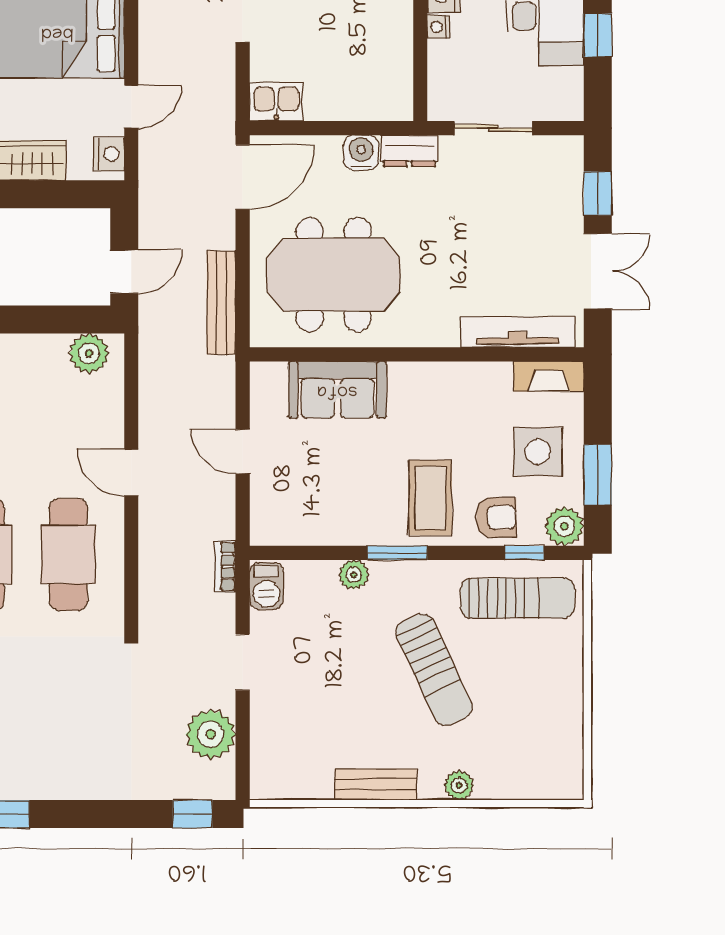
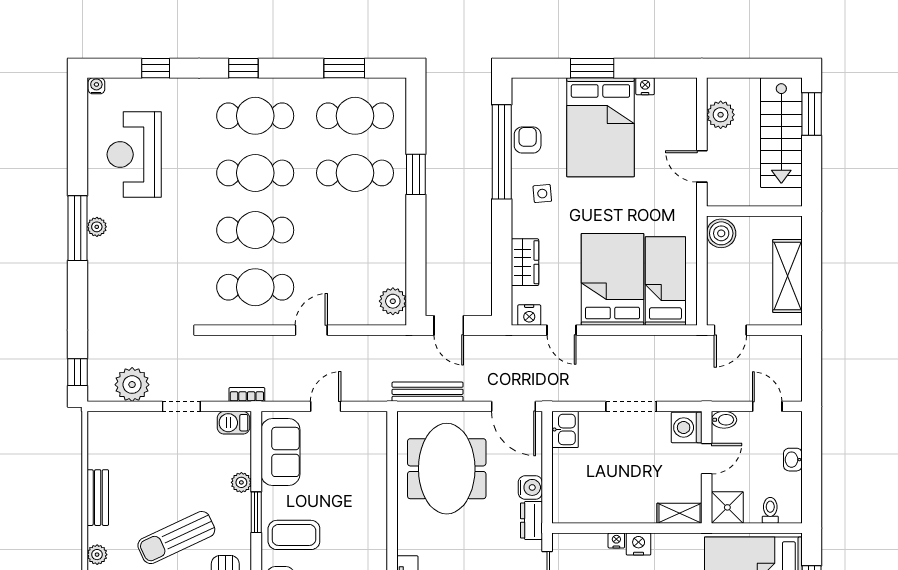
sofa: (337, 390) -> (280, 452), moved, turned 180

